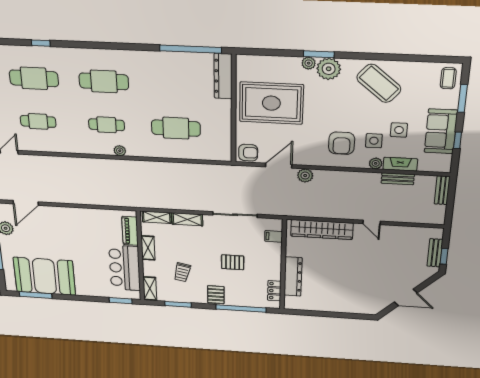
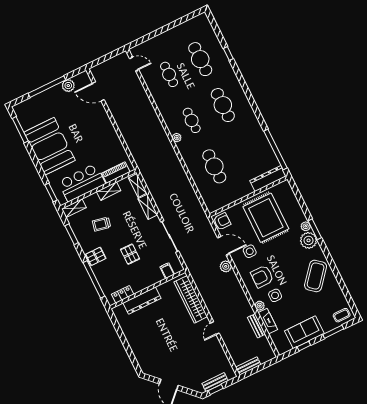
side table: (399, 130) -> (250, 251), moved
armchair: (248, 153) -> (222, 221), turned -90
bench: (442, 190) -> (248, 366), moved
booth: (44, 276) -> (50, 146), moved

